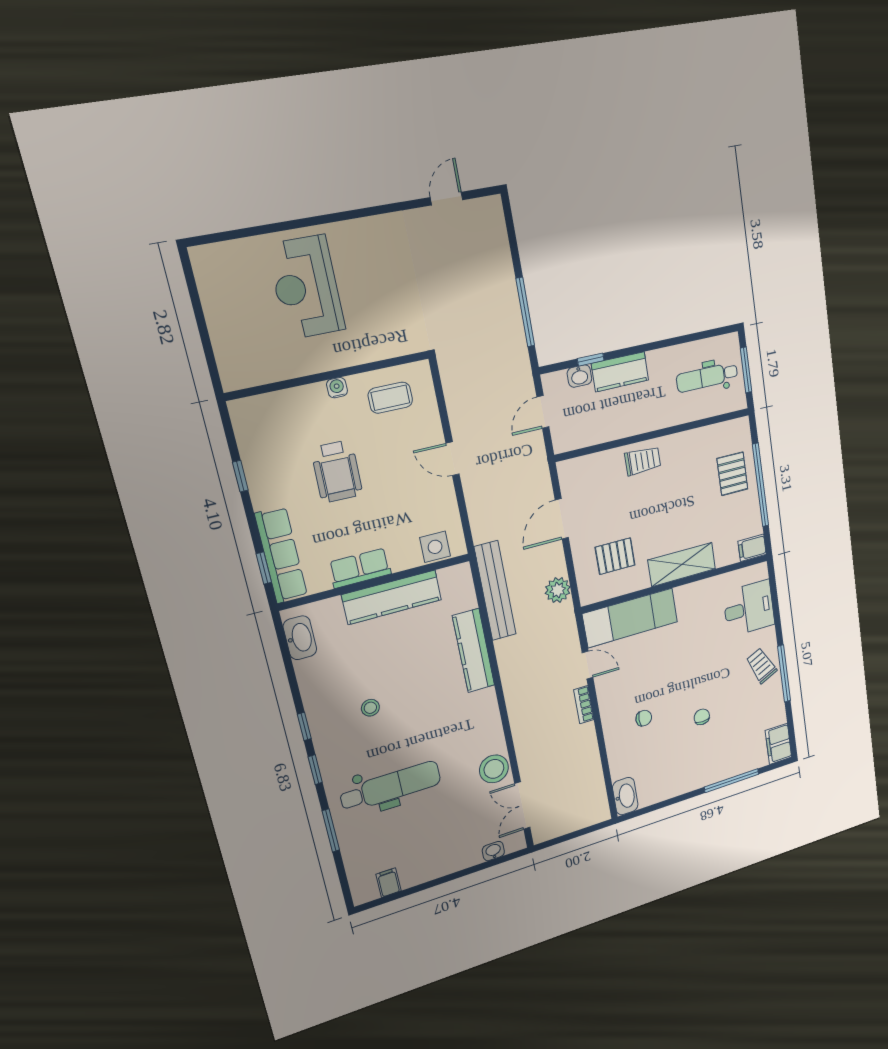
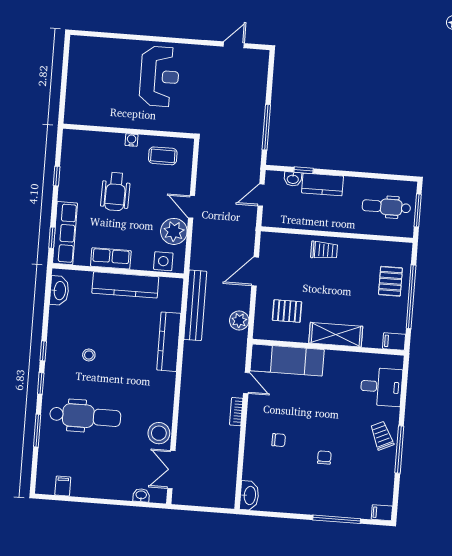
reception desk: (306, 287) -> (160, 76), moved, turned 180
plant: (438, 501) -> (174, 231), added
filing cabinet: (778, 744) -> (382, 513), width x0.50

